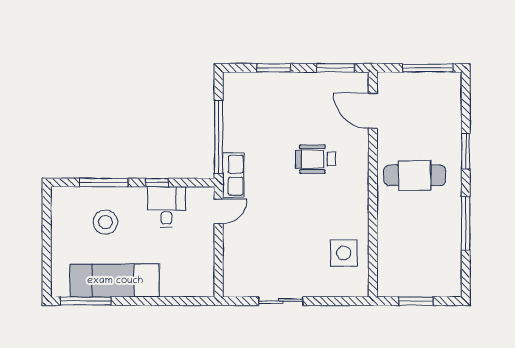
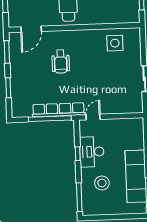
row of seats: (233, 175) -> (59, 110), width x2.02
window: (104, 183) -> (79, 197), moved
desk: (166, 207) -> (92, 152), width x1.37
door: (219, 211) -> (93, 117), hinge flipped

